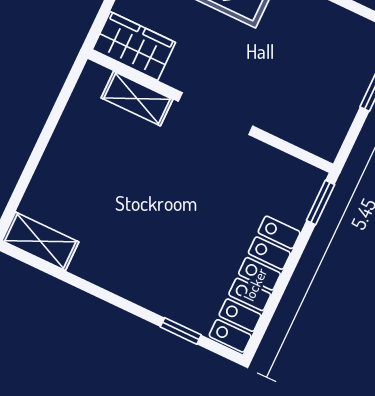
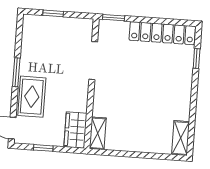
shelving: (137, 99) -> (98, 133), moved
doorway: (216, 114) -> (93, 61), moved

